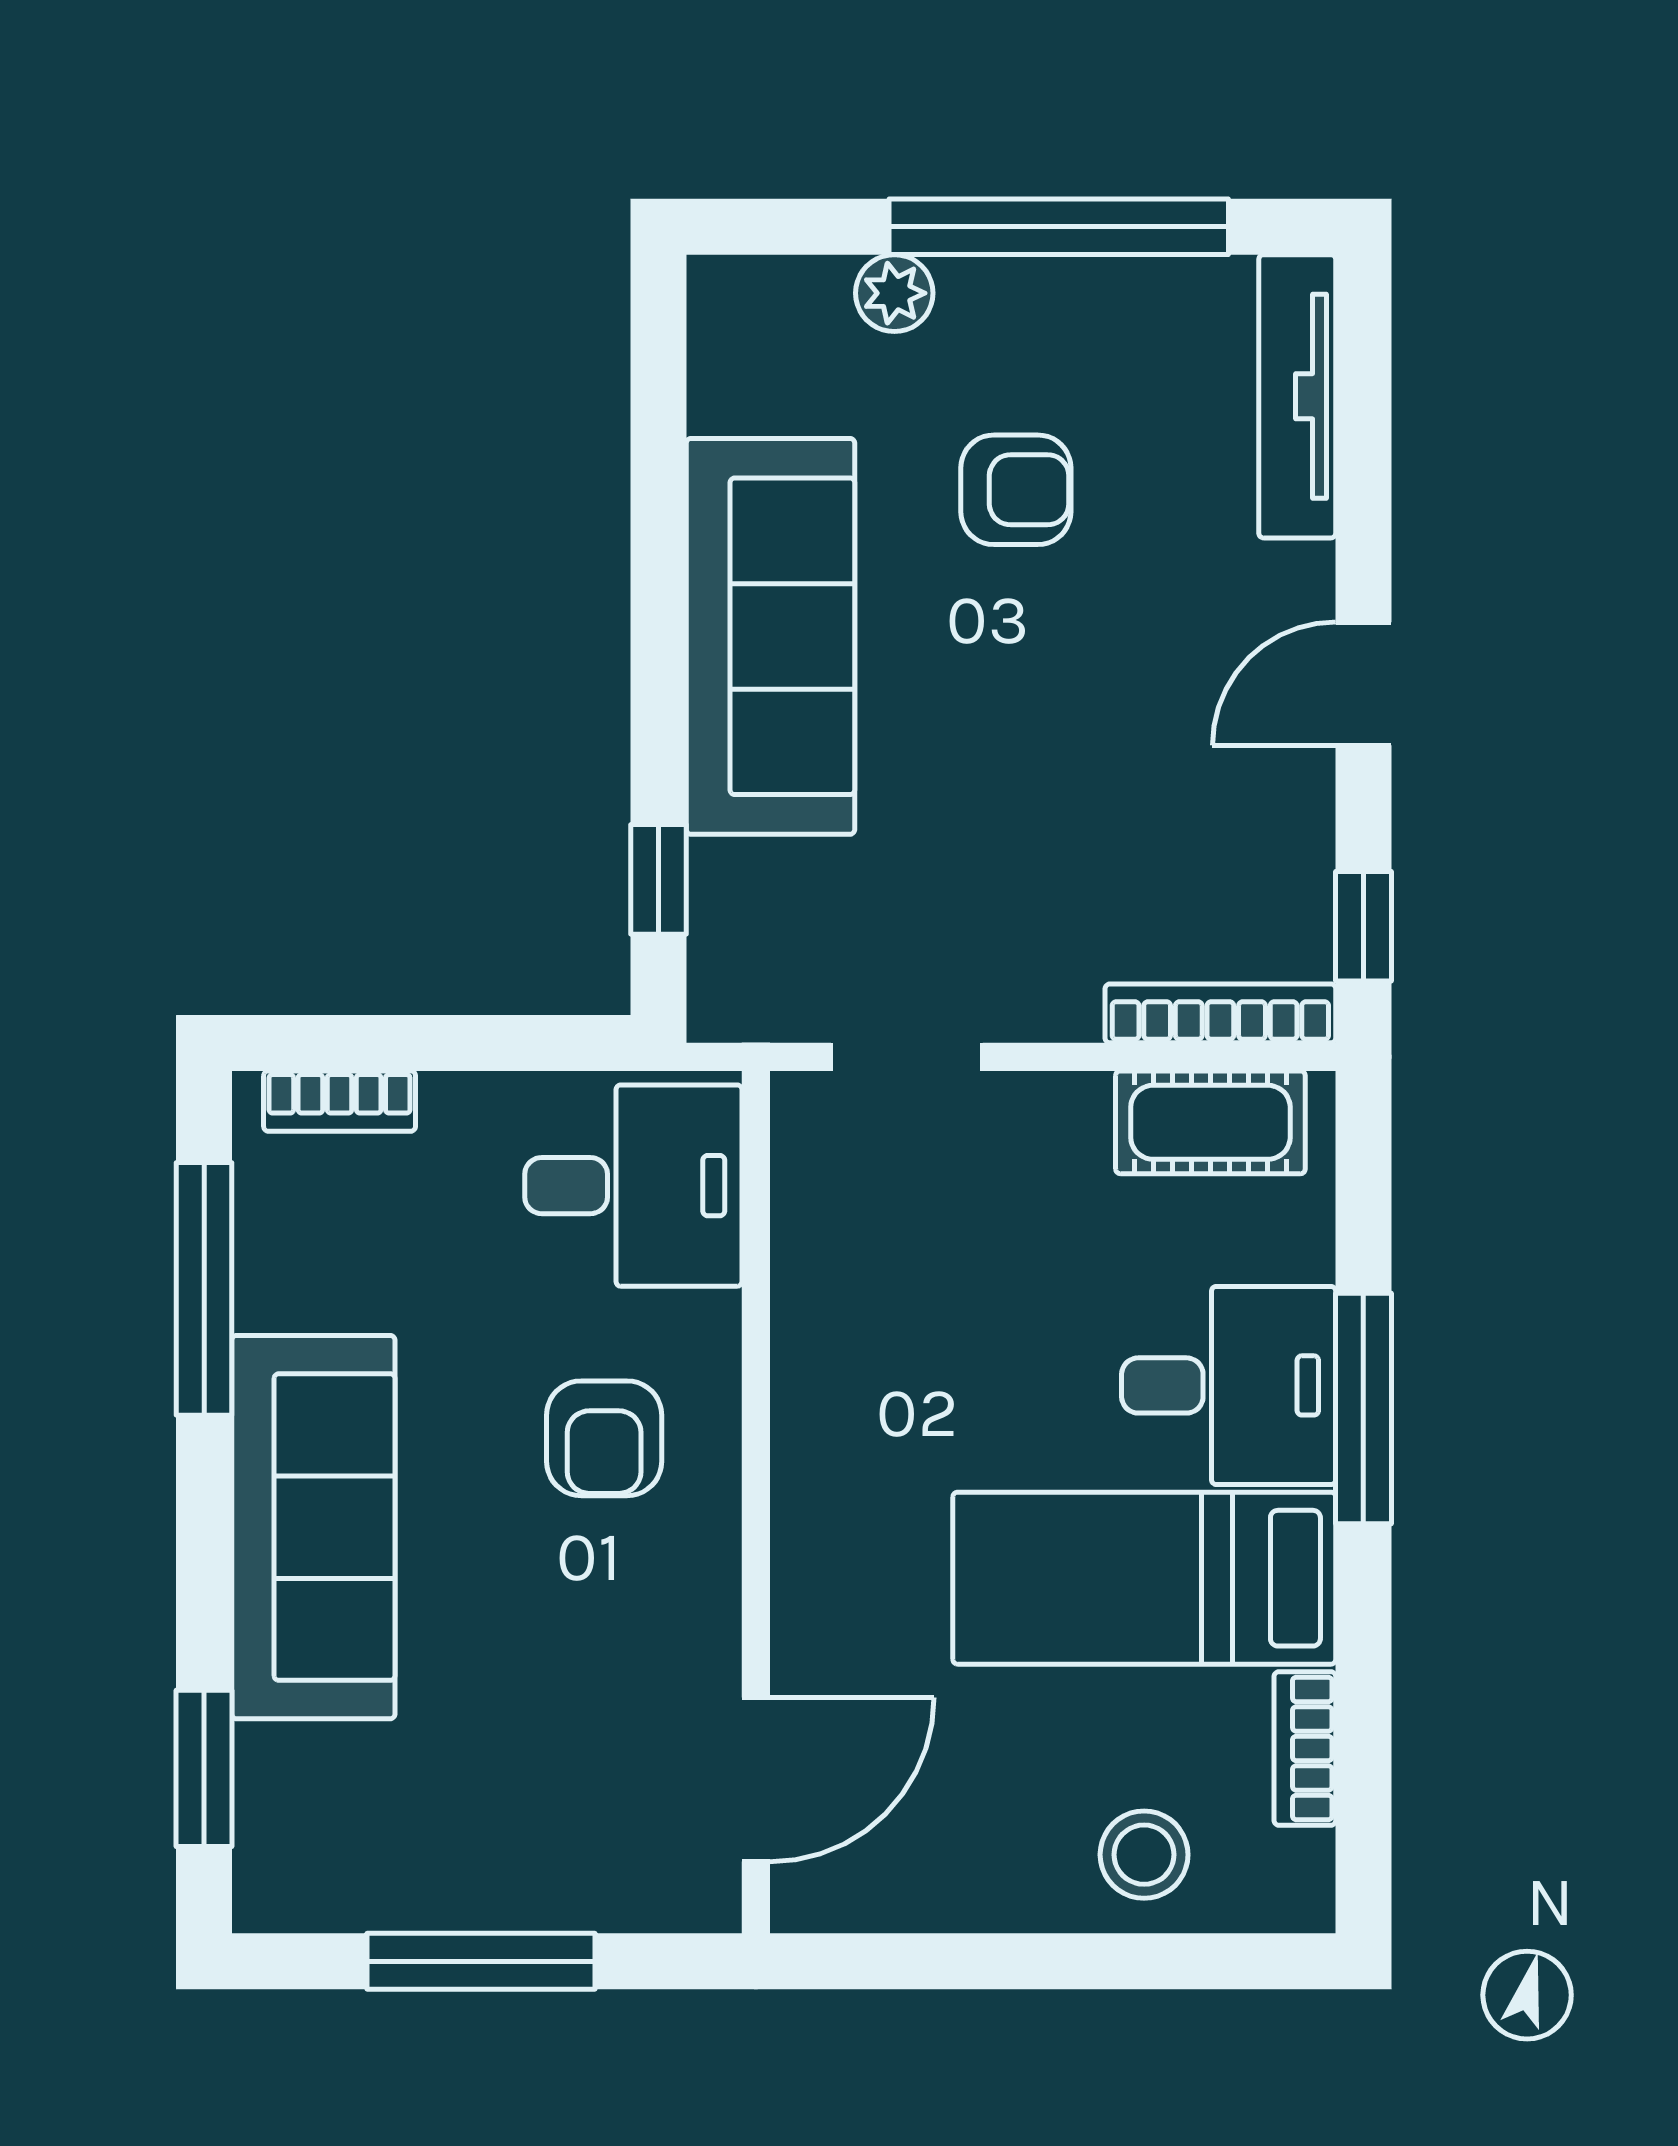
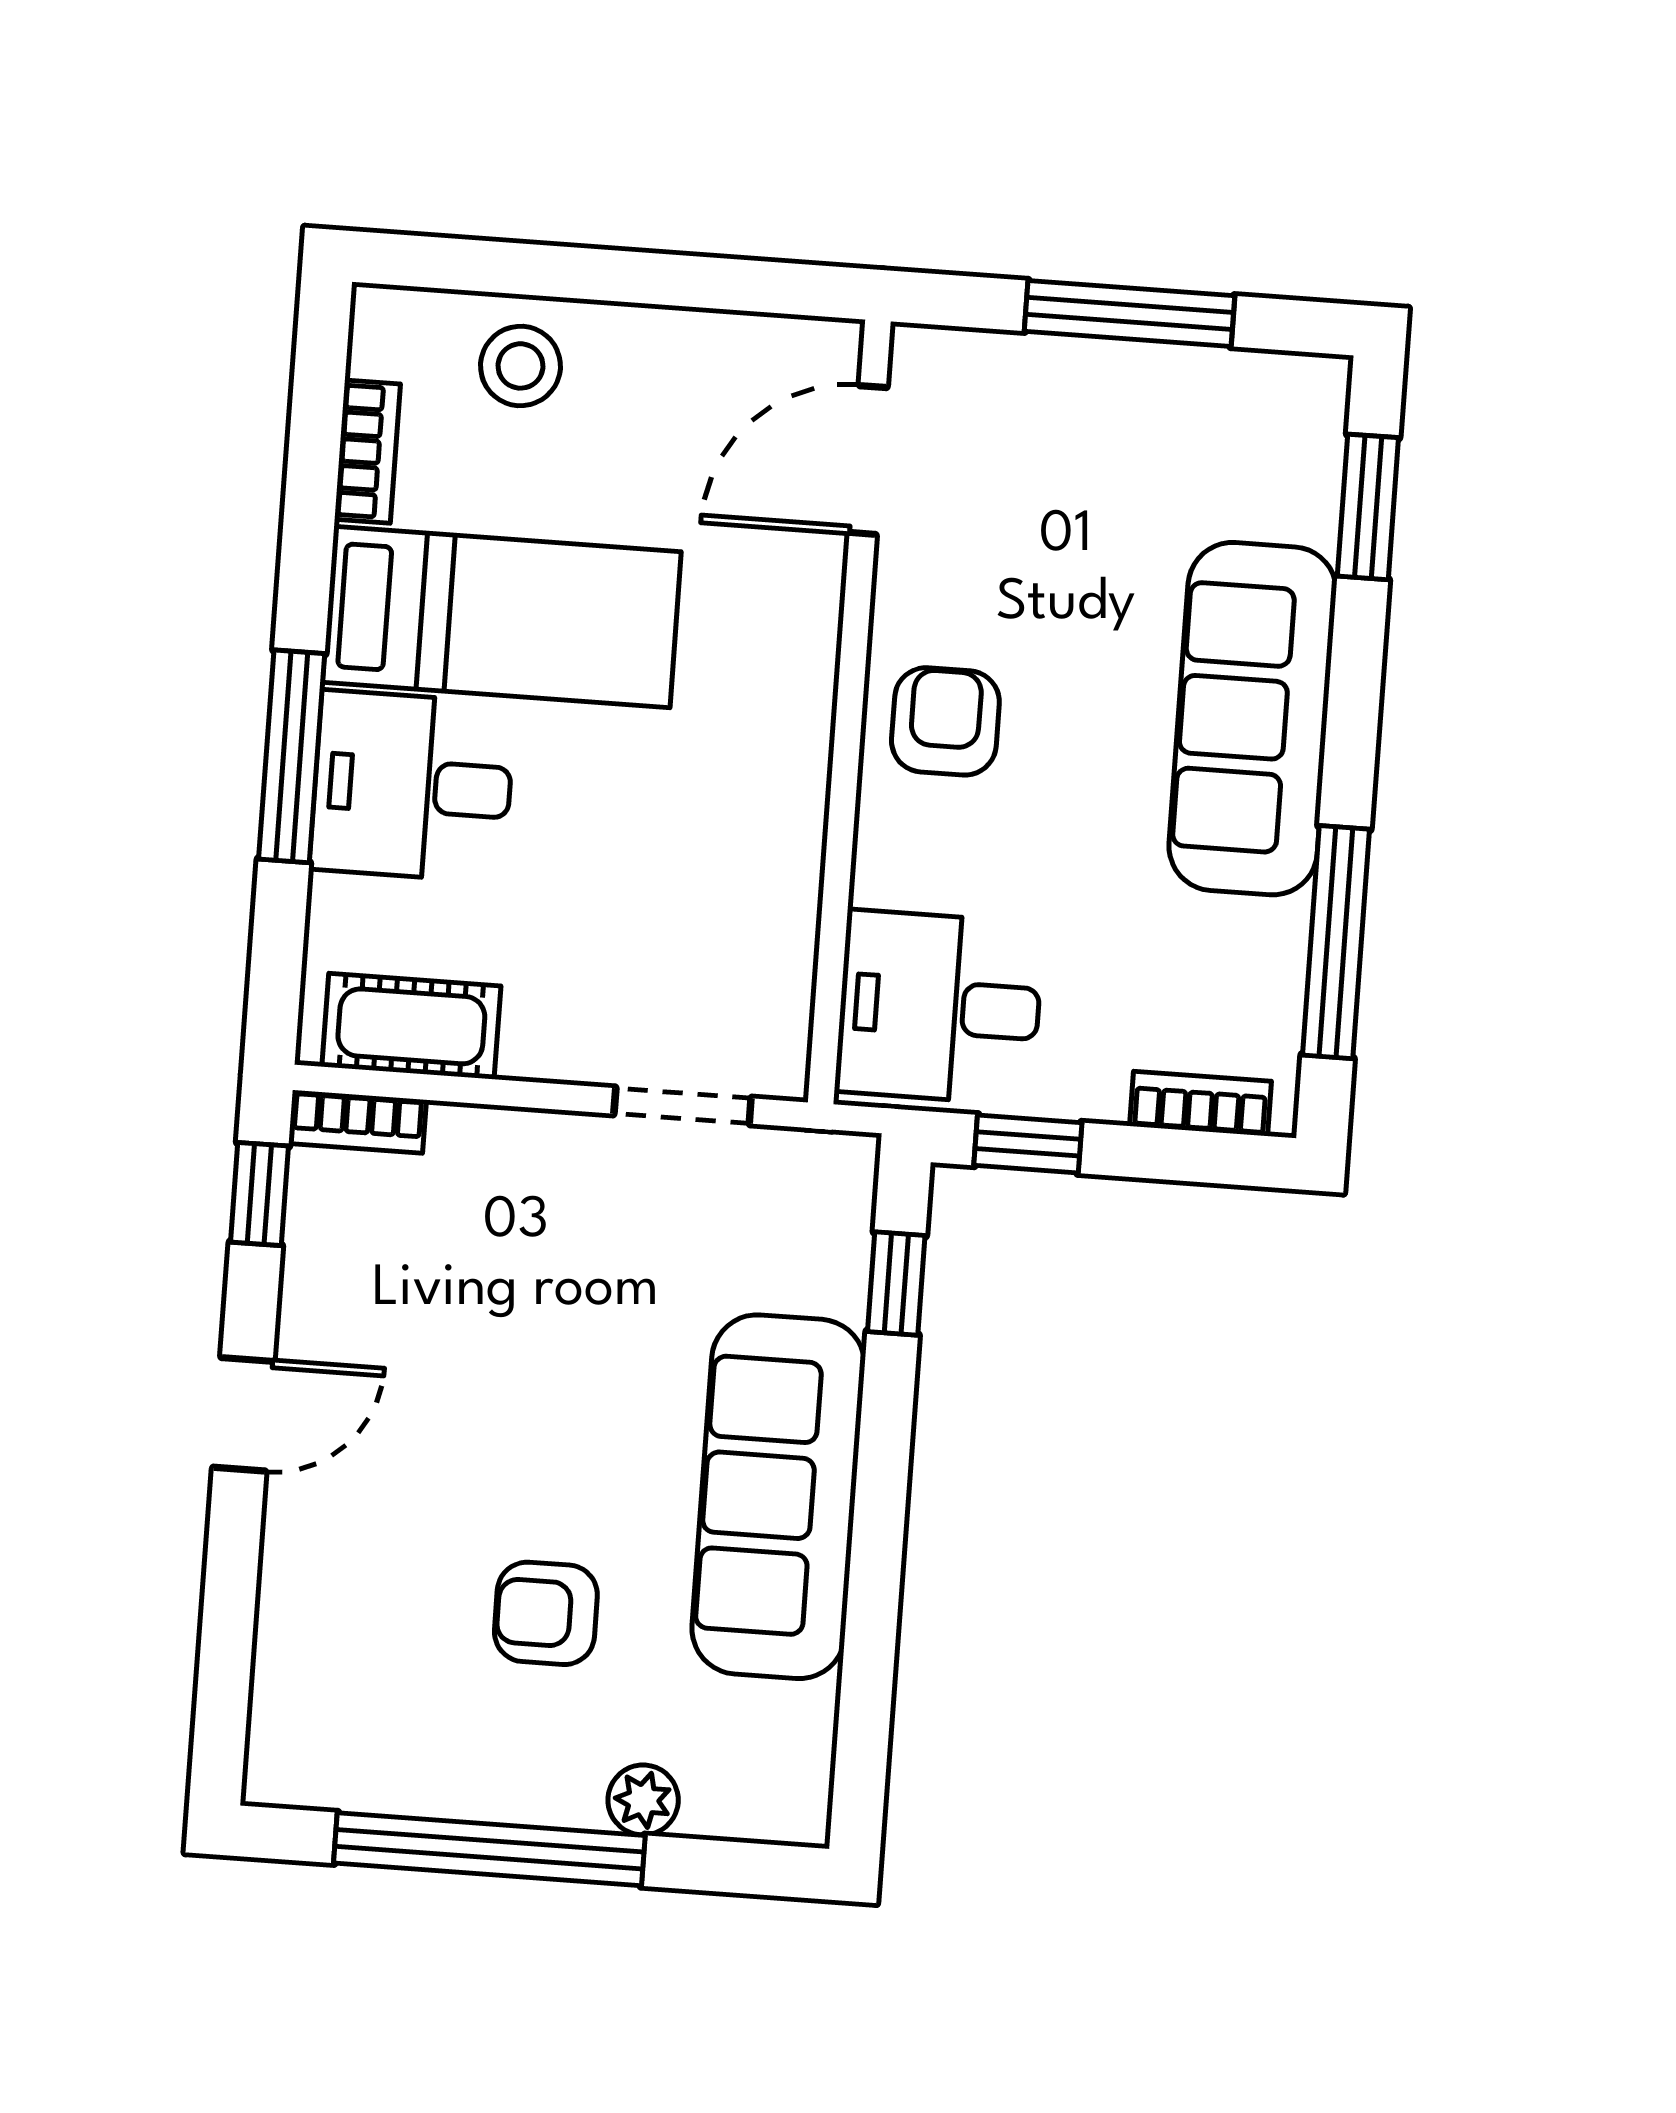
tv unit: (1297, 396) -> (284, 1679), removed
bookcase: (1220, 1013) -> (357, 1122), width x0.64
window: (525, 1043) -> (1028, 1144), added
armchair: (604, 1438) -> (945, 721), moved

